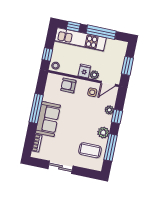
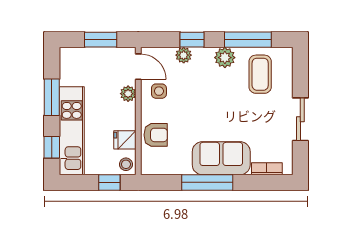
window: (101, 32) -> (52, 97), width x0.69
fridge: (84, 71) -> (125, 140), moved
armchair: (68, 85) -> (156, 135), turned -90

